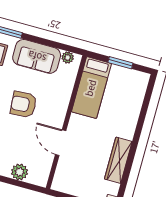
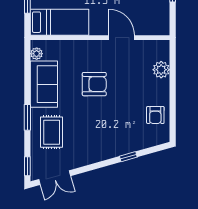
armchair: (23, 104) -> (94, 84), turned -86
door: (61, 143) -> (122, 38), swing flipped

